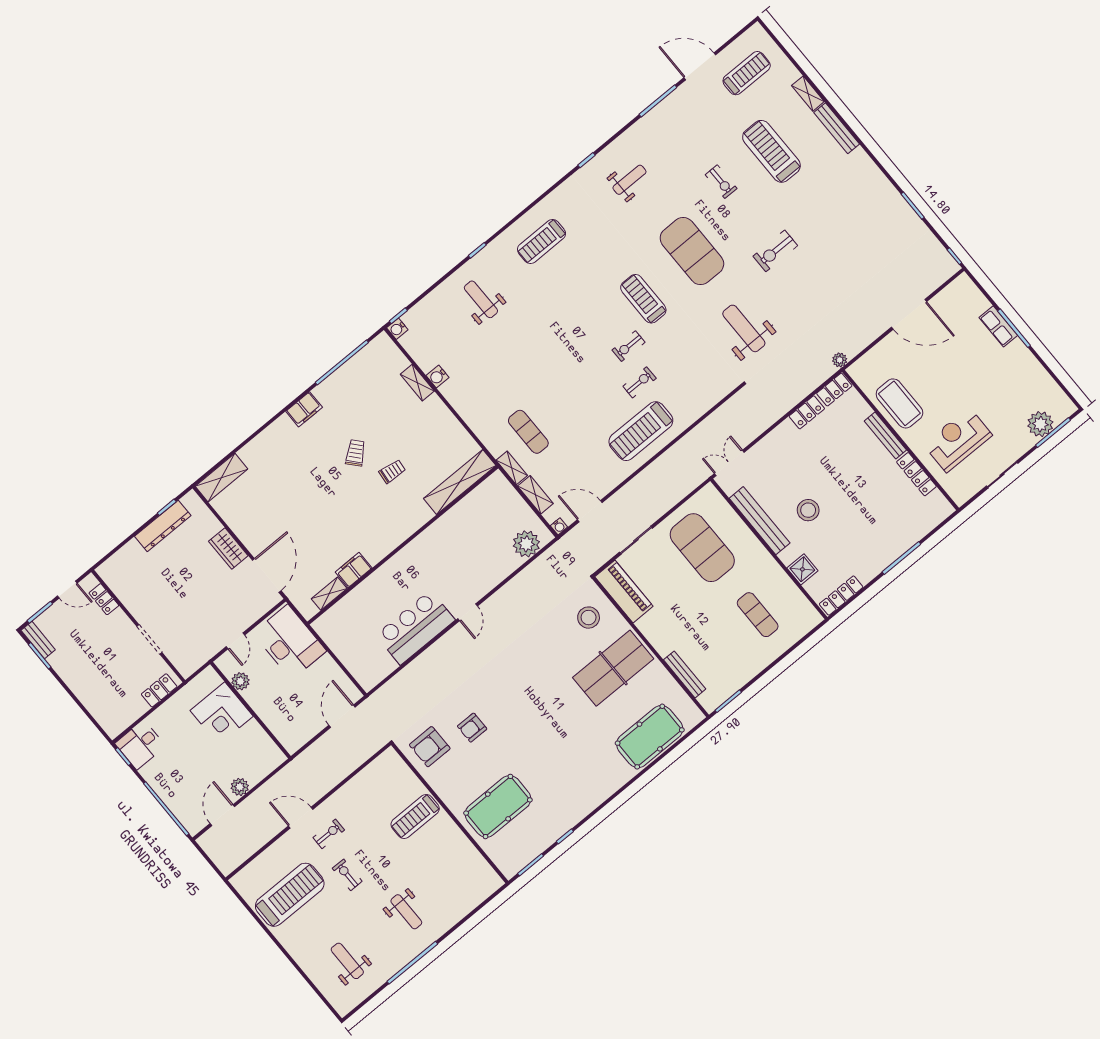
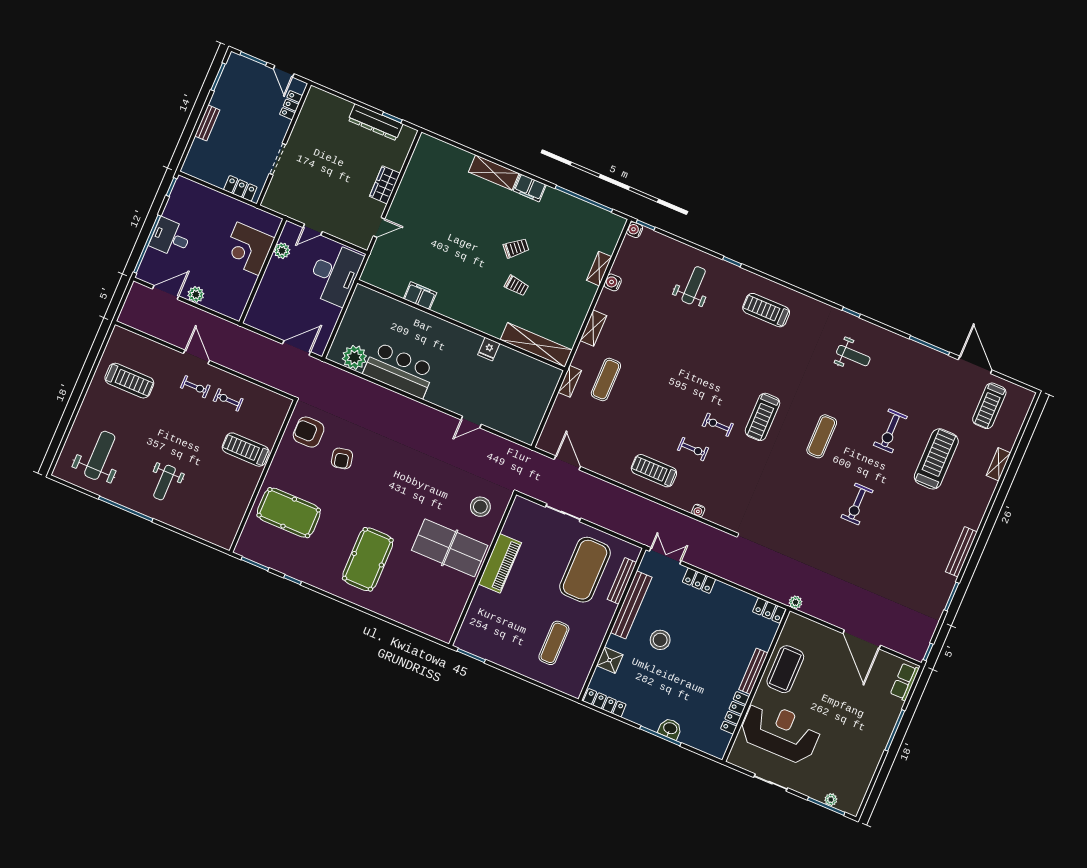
treadmill: (747, 73) -> (989, 406), turned 90
bench: (837, 128) -> (961, 552), moved
exercise bike: (721, 182) -> (890, 431), width x1.38, depth x1.39
exercise mat: (692, 251) -> (822, 436), width x0.50, depth x0.69
exercise bike: (775, 251) -> (857, 504), turned -90
treadmill: (643, 299) -> (762, 417), turned 180
row of seats: (998, 326) -> (905, 682), moved
weight bench: (744, 328) -> (781, 511), removed
locker: (807, 412) -> (699, 581), moved
plant: (1040, 424) -> (831, 800), width x0.53, depth x0.53
treadmill: (641, 431) -> (654, 471), width x0.73, depth x0.73
reception desk: (958, 440) -> (780, 732), width x1.36, depth x1.30
shelving: (221, 478) -> (494, 173), moved
shelving: (535, 495) -> (593, 328), moved
water cooler: (559, 526) -> (698, 511), moved
fridge: (440, 530) -> (489, 349), added
plant: (526, 544) -> (354, 357), moved
washbasin: (899, 545) -> (670, 729), added
door: (267, 575) -> (379, 227), width x0.53
piano: (624, 591) -> (500, 563), moved
shelving: (329, 594) -> (390, 286), removed
door: (468, 612) -> (471, 422), moved
bench: (38, 640) -> (207, 123), moved
bench: (685, 674) -> (622, 581), moved
armchair: (472, 728) -> (342, 458), turned -102
pool table: (650, 737) -> (368, 559), moved, turned 90
desk: (140, 745) -> (171, 238), moved
exercise bike: (347, 875) -> (228, 400), moved, turned -90
treadmill: (290, 895) -> (129, 381), width x0.73, depth x0.73
weight bench: (347, 961) -> (100, 455), width x1.36, depth x1.33

